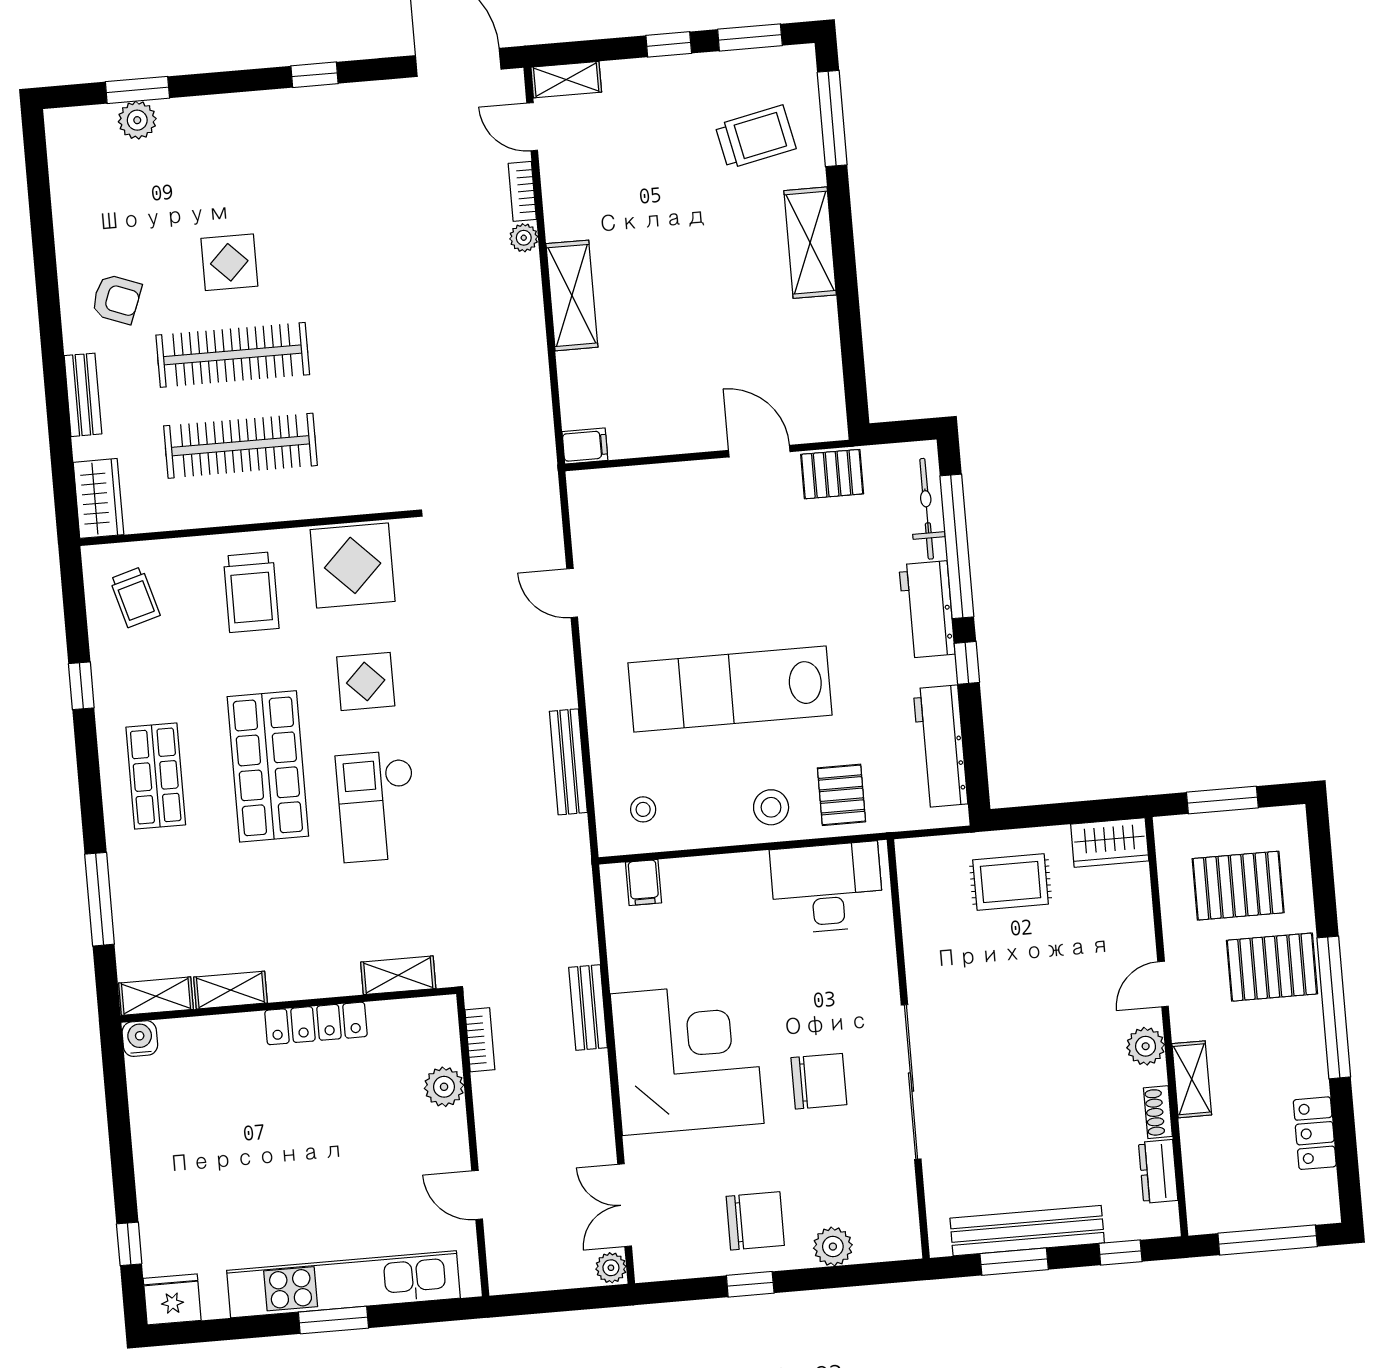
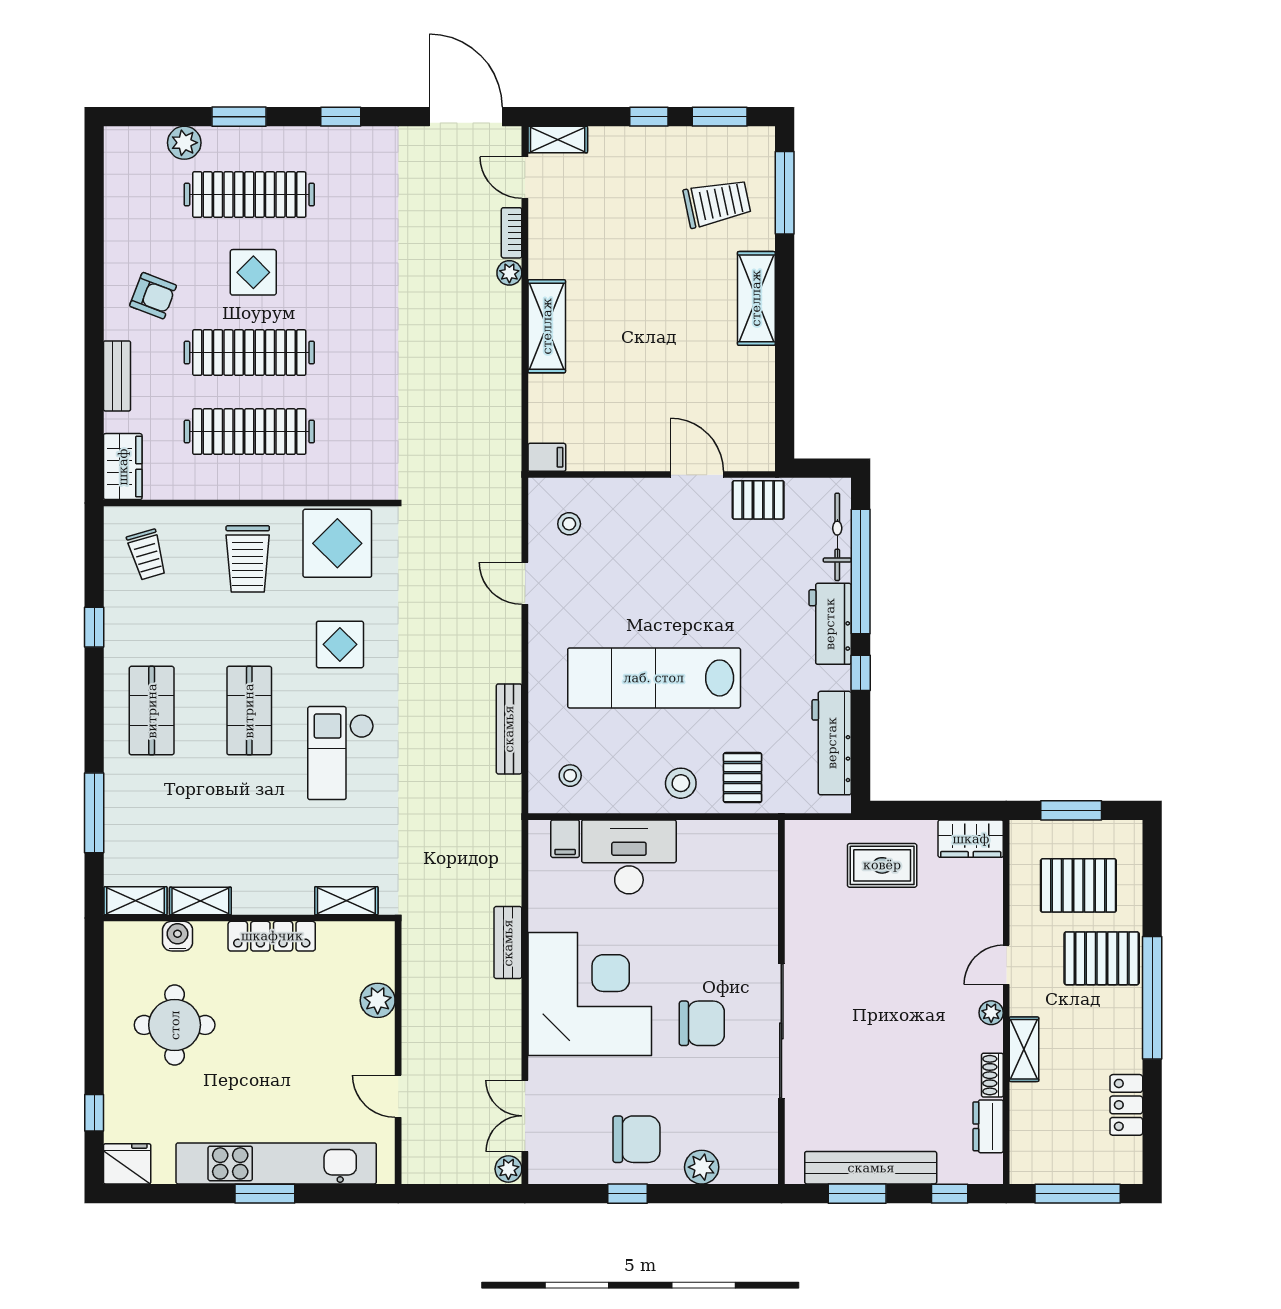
window: (137, 90) -> (239, 117), moved
clothes rail: (217, 173) -> (249, 195), added
stool: (617, 520) -> (569, 524), added
shop shelf: (268, 766) -> (249, 711), width x0.70, depth x0.74
desk: (827, 888) -> (629, 857), moved
water cooler: (140, 1039) -> (178, 936), moved
bookcase: (480, 1040) -> (412, 962), removed
plant: (1146, 1046) -> (991, 1013), width x0.73, depth x0.73
round table: (213, 1135) -> (175, 1025), added

